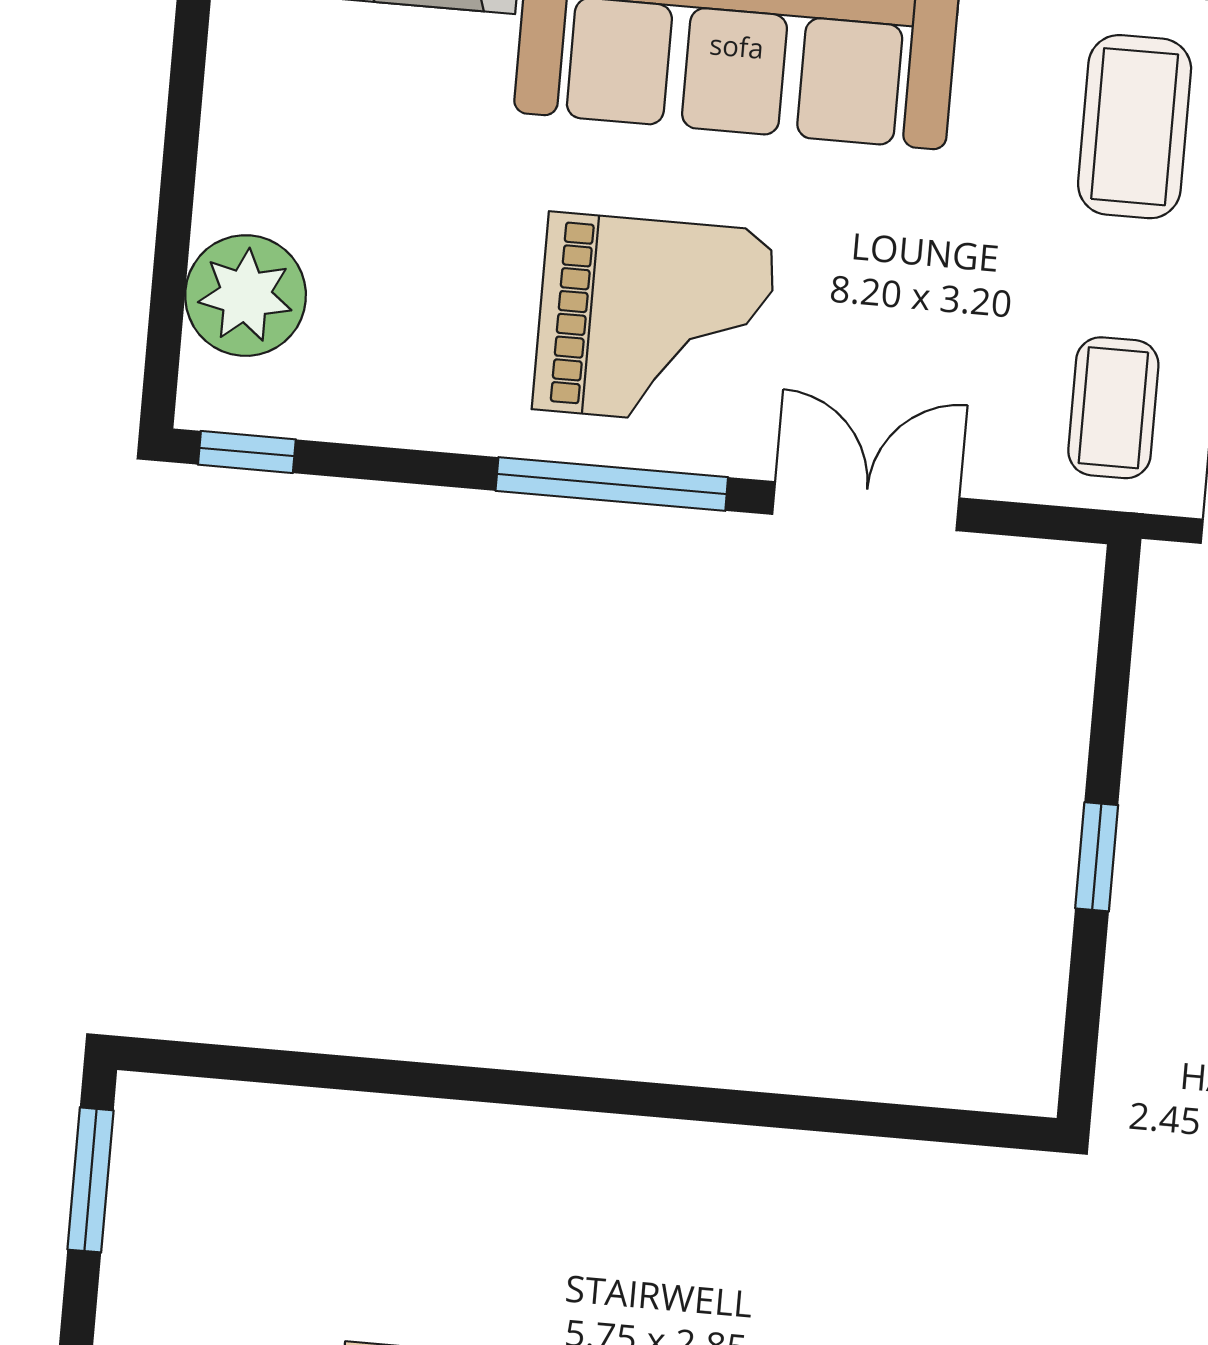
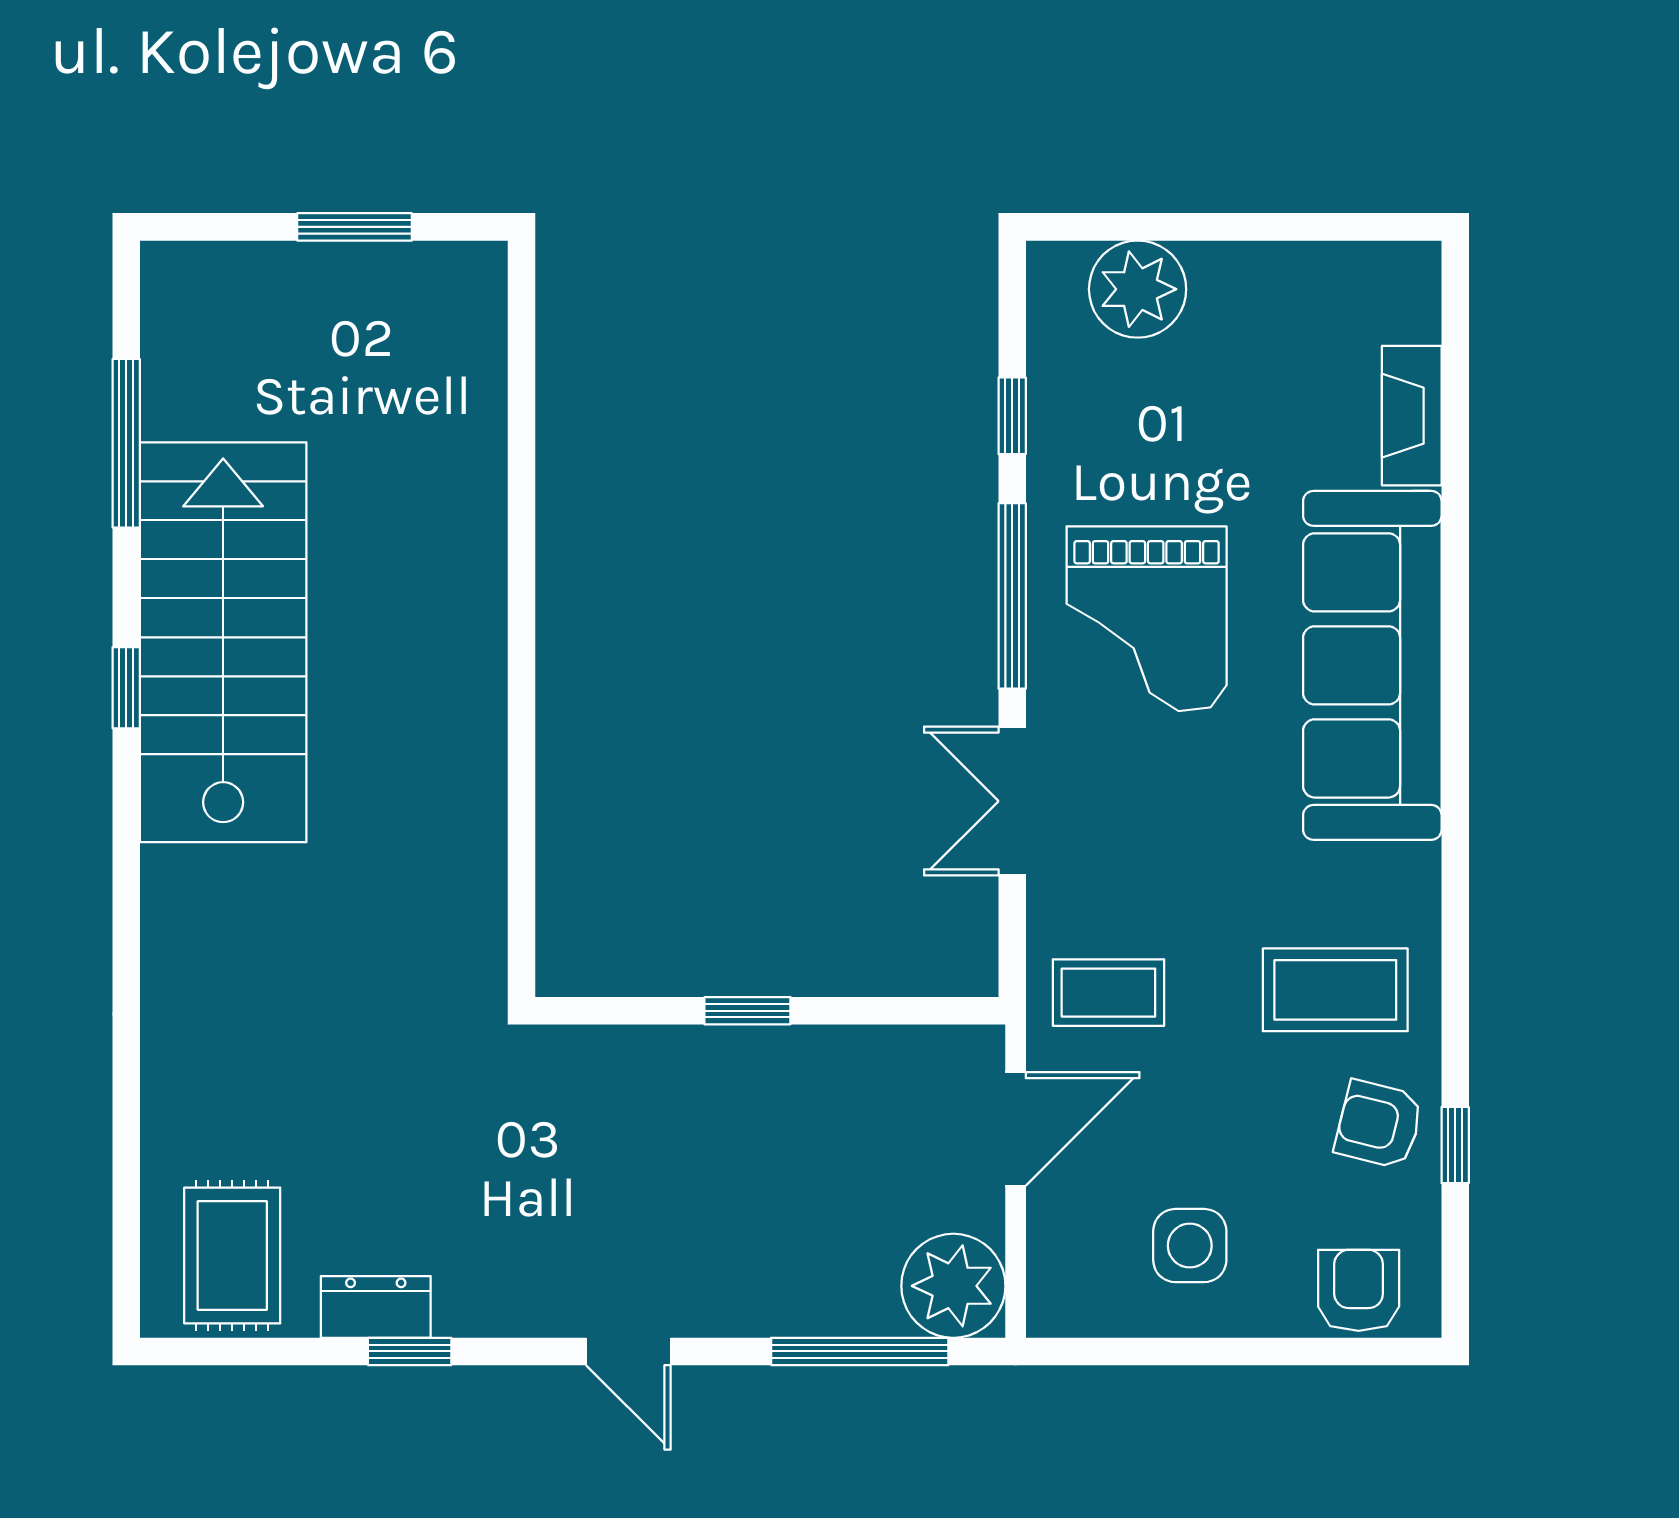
window: (247, 452) -> (1012, 416), moved
double door: (866, 506) -> (1012, 801), swing flipped
window: (90, 1180) -> (355, 227), moved

